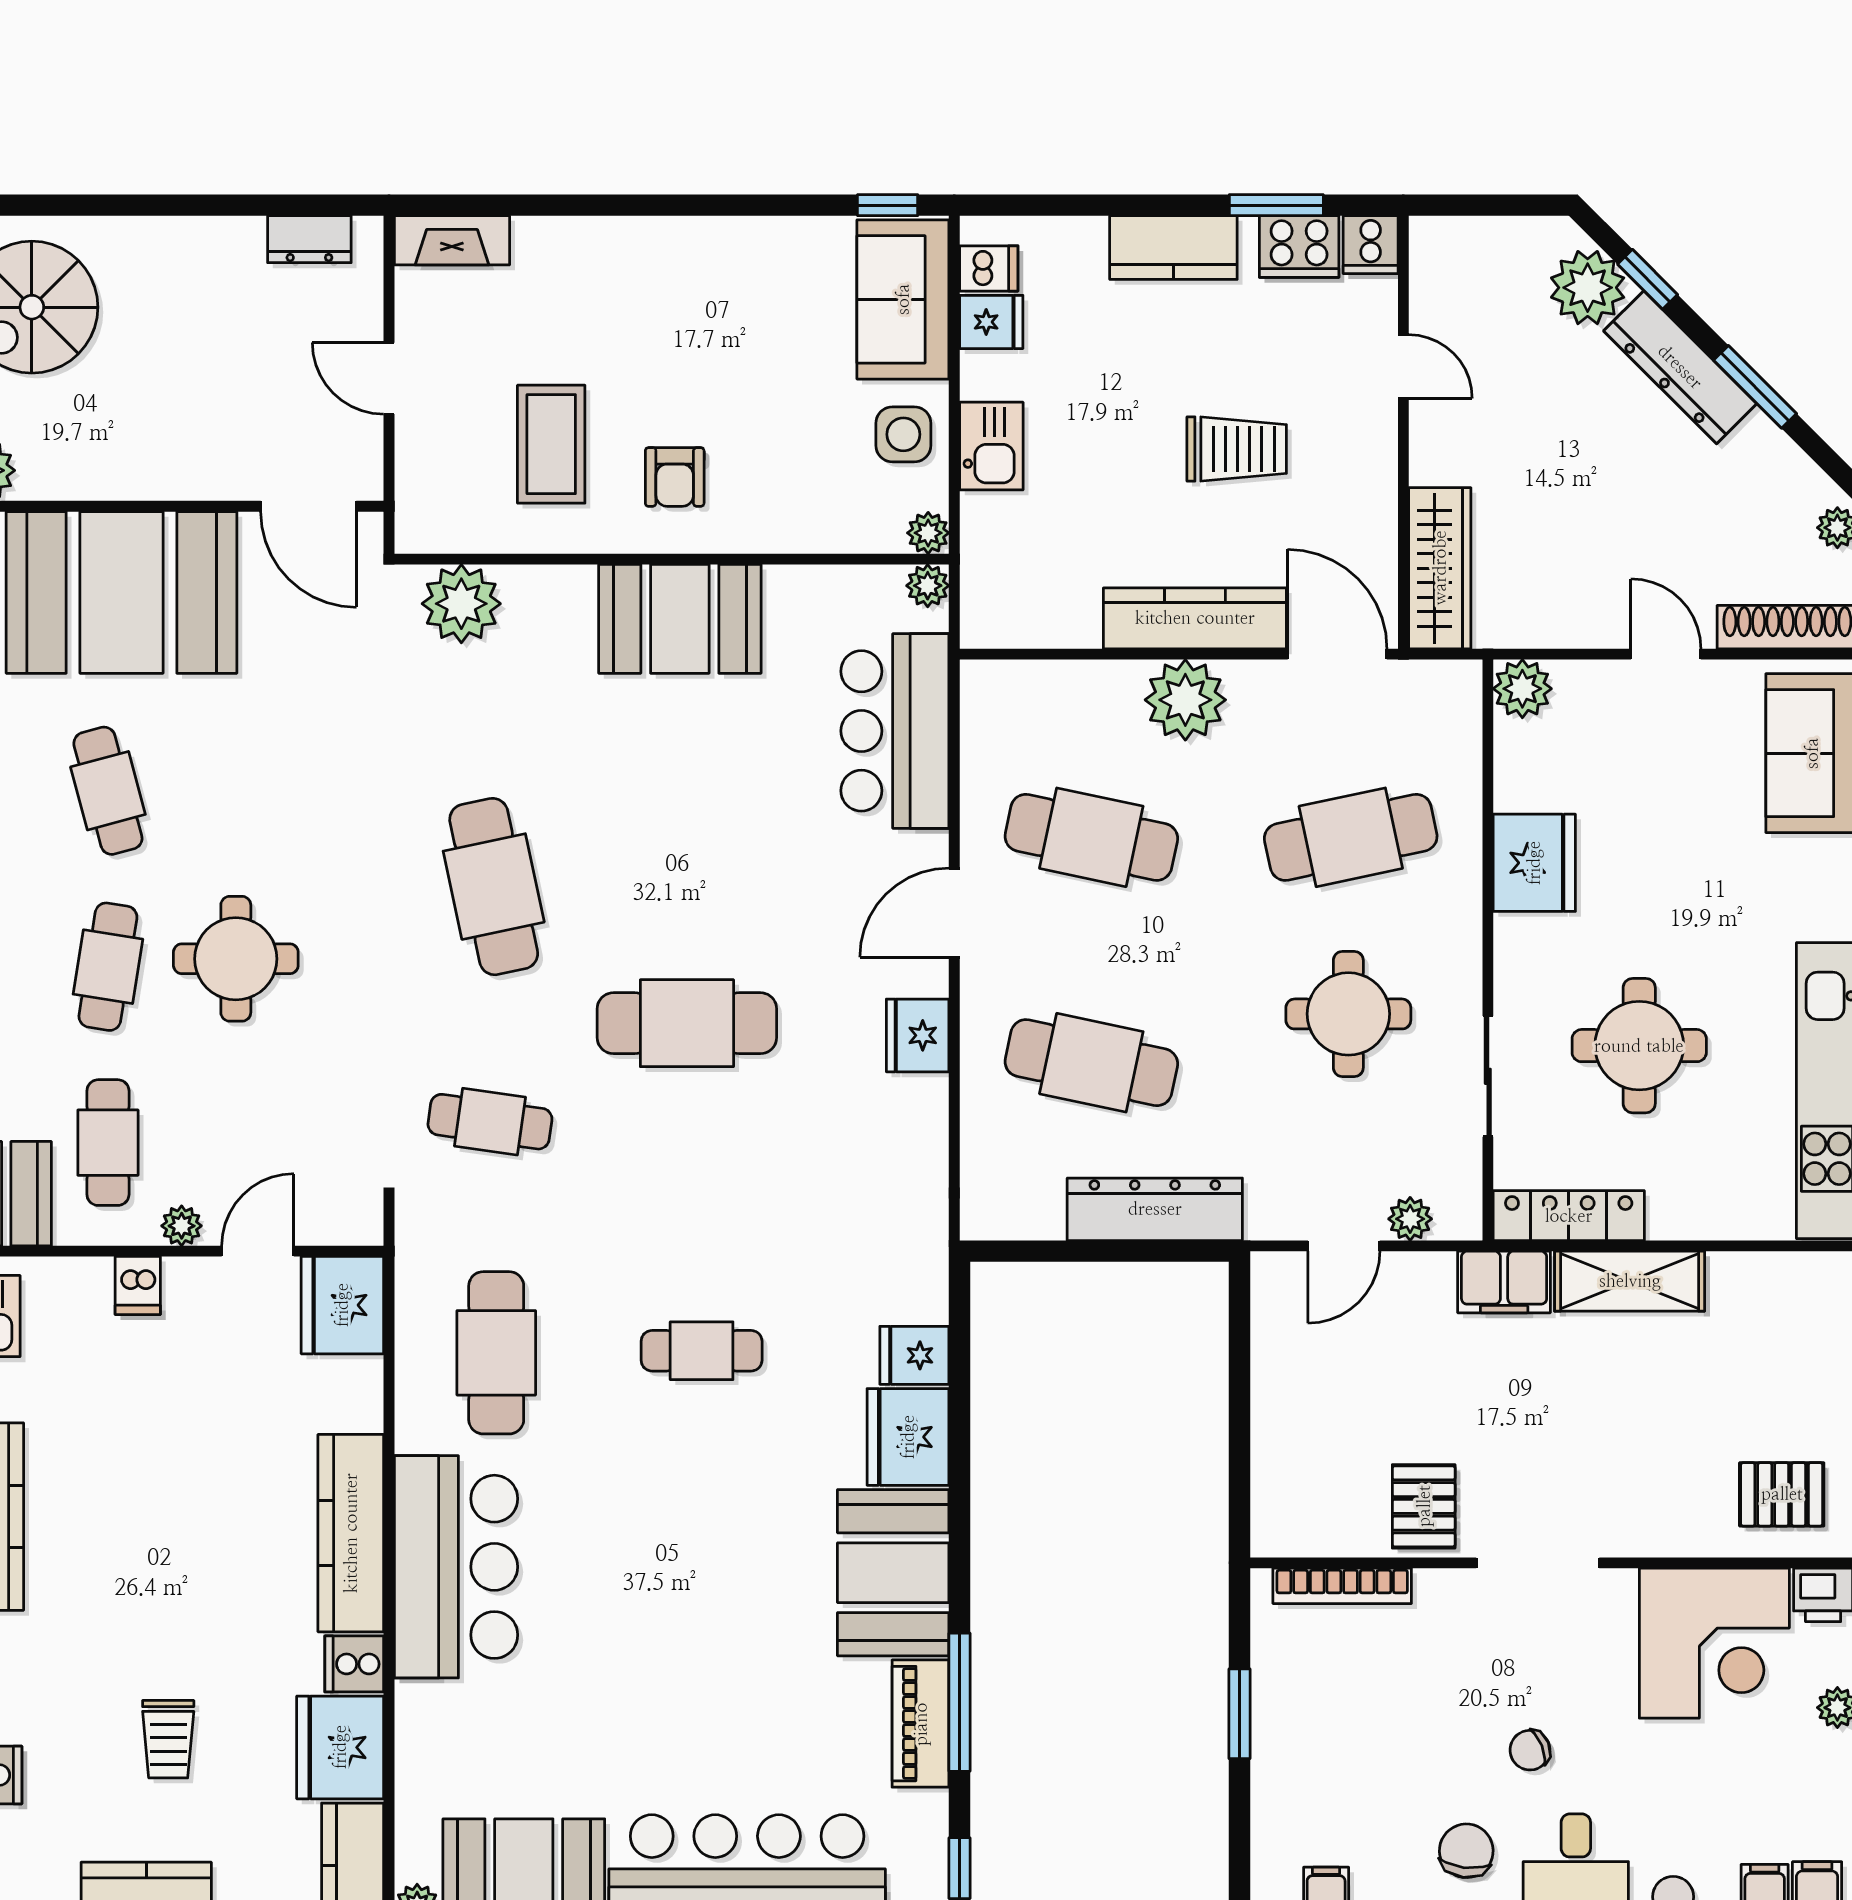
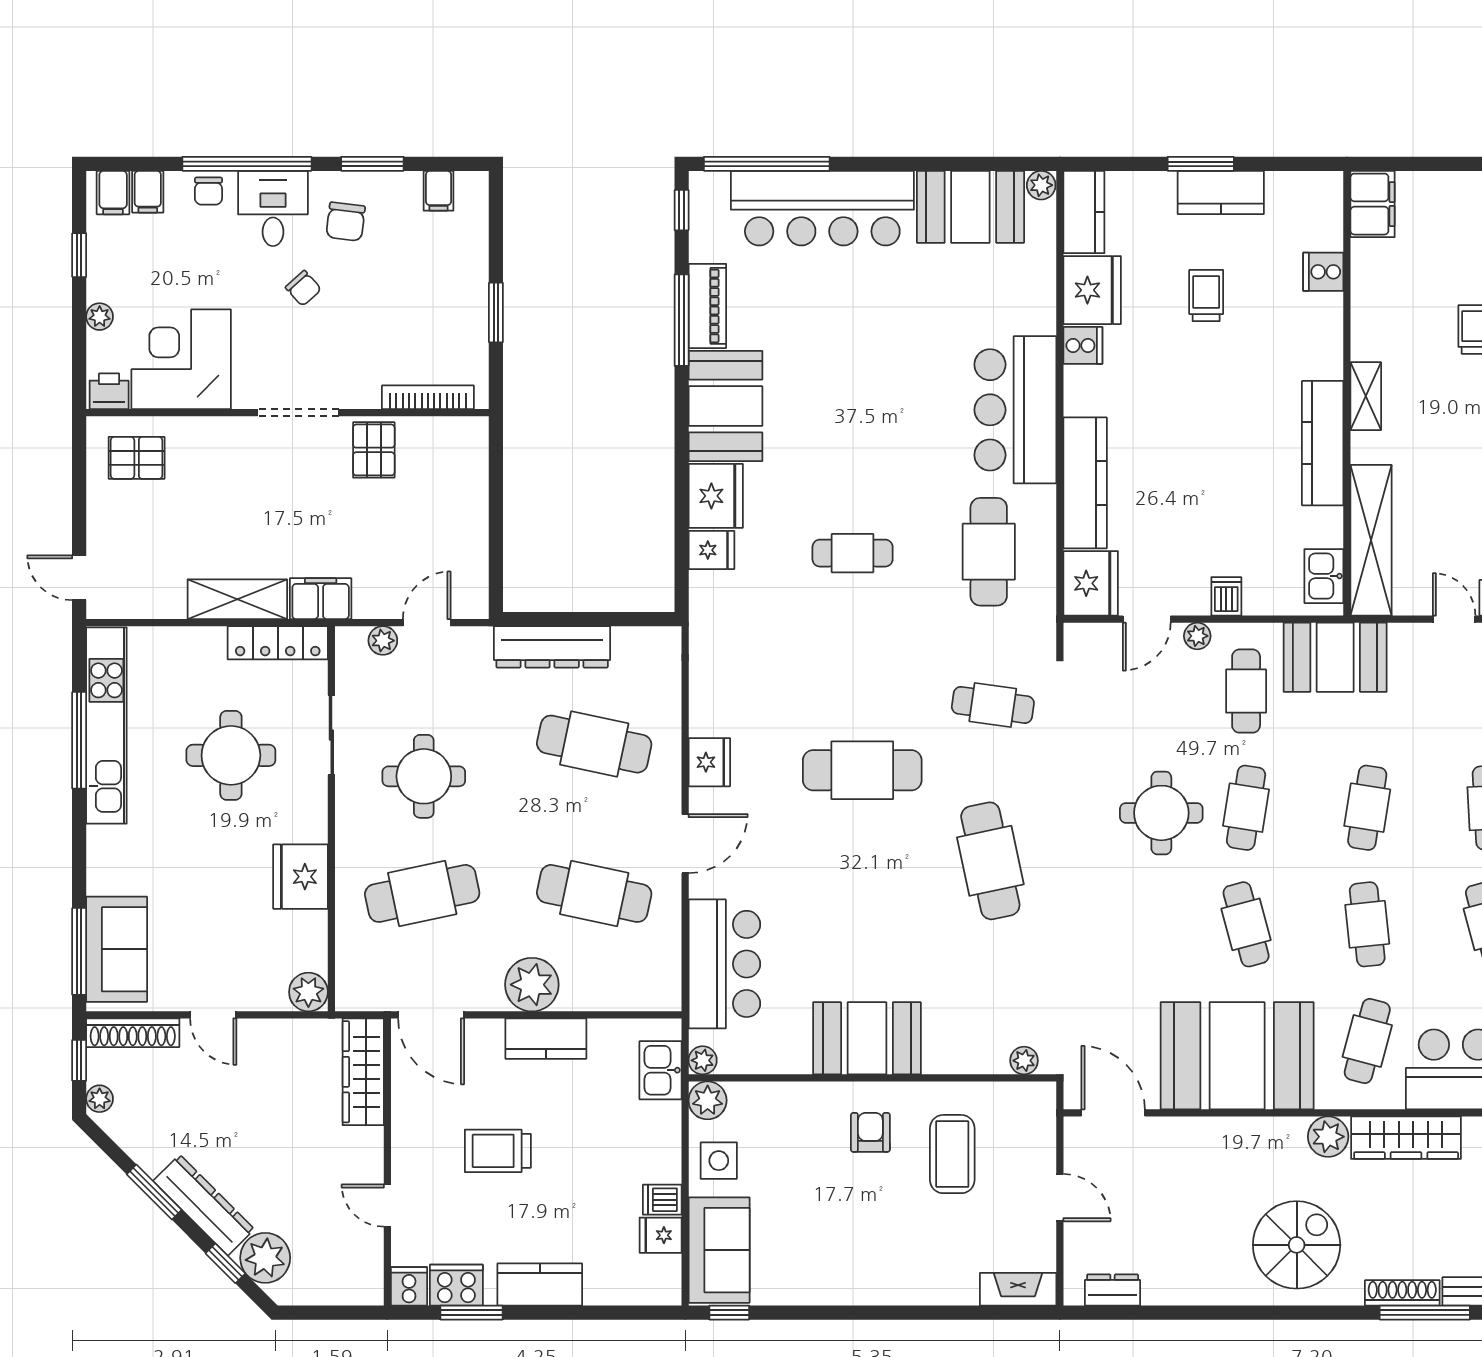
dishwasher: (989, 268) -> (662, 1200), moved
kitchen sink: (991, 446) -> (660, 1070), moved
plant: (928, 533) -> (708, 1100), width x1.38, depth x1.38
plant: (461, 604) -> (1024, 1061), width x0.53, depth x0.53
kitchen counter: (1195, 618) -> (546, 1039), width x0.67
kitchen counter: (351, 1533) -> (1085, 483), moved
chair: (1530, 1750) -> (303, 288), turned 70

